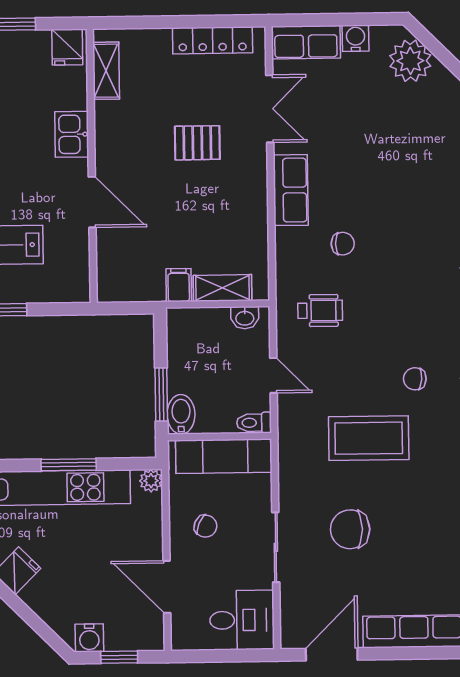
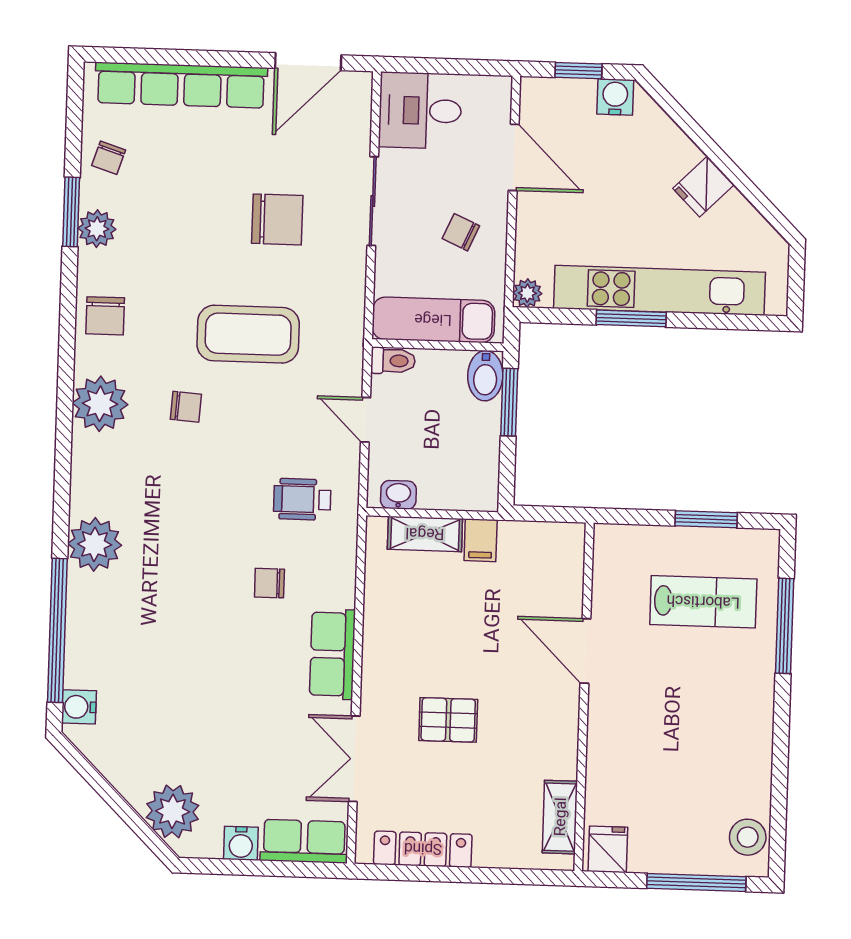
kitchen sink: (72, 134) -> (607, 738), removed

